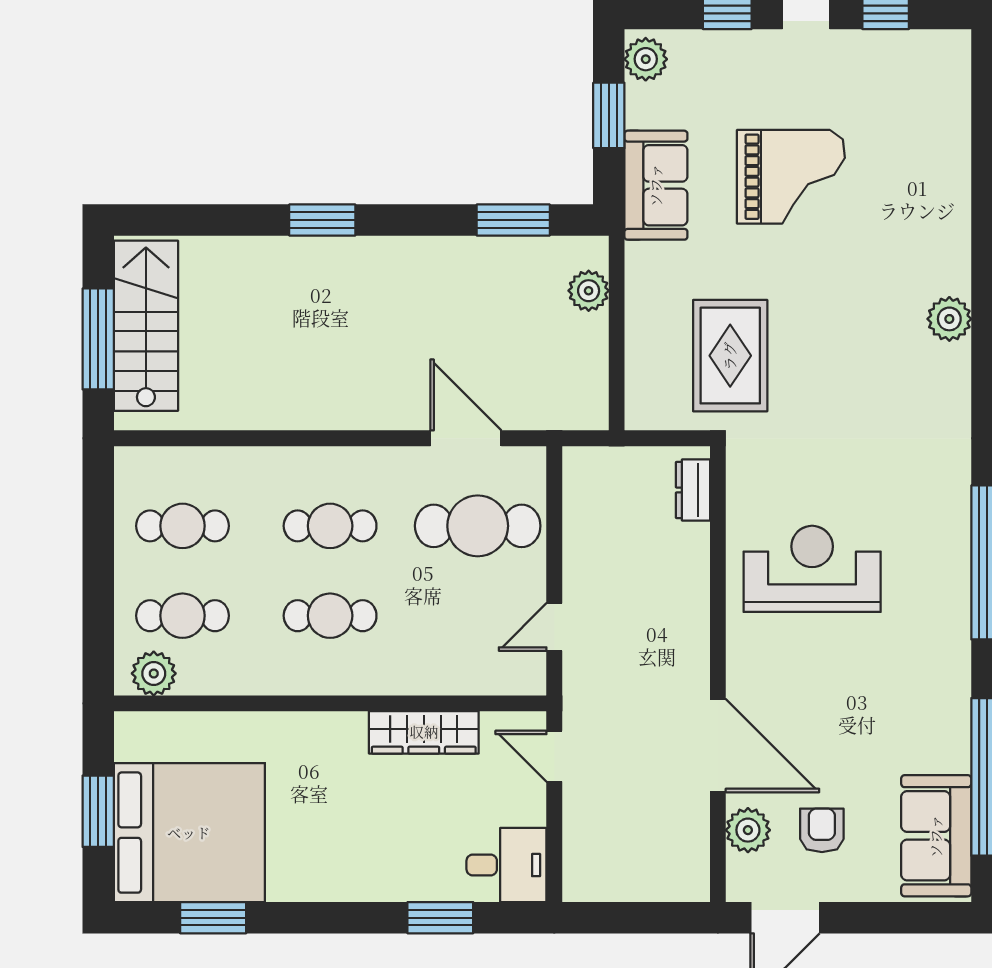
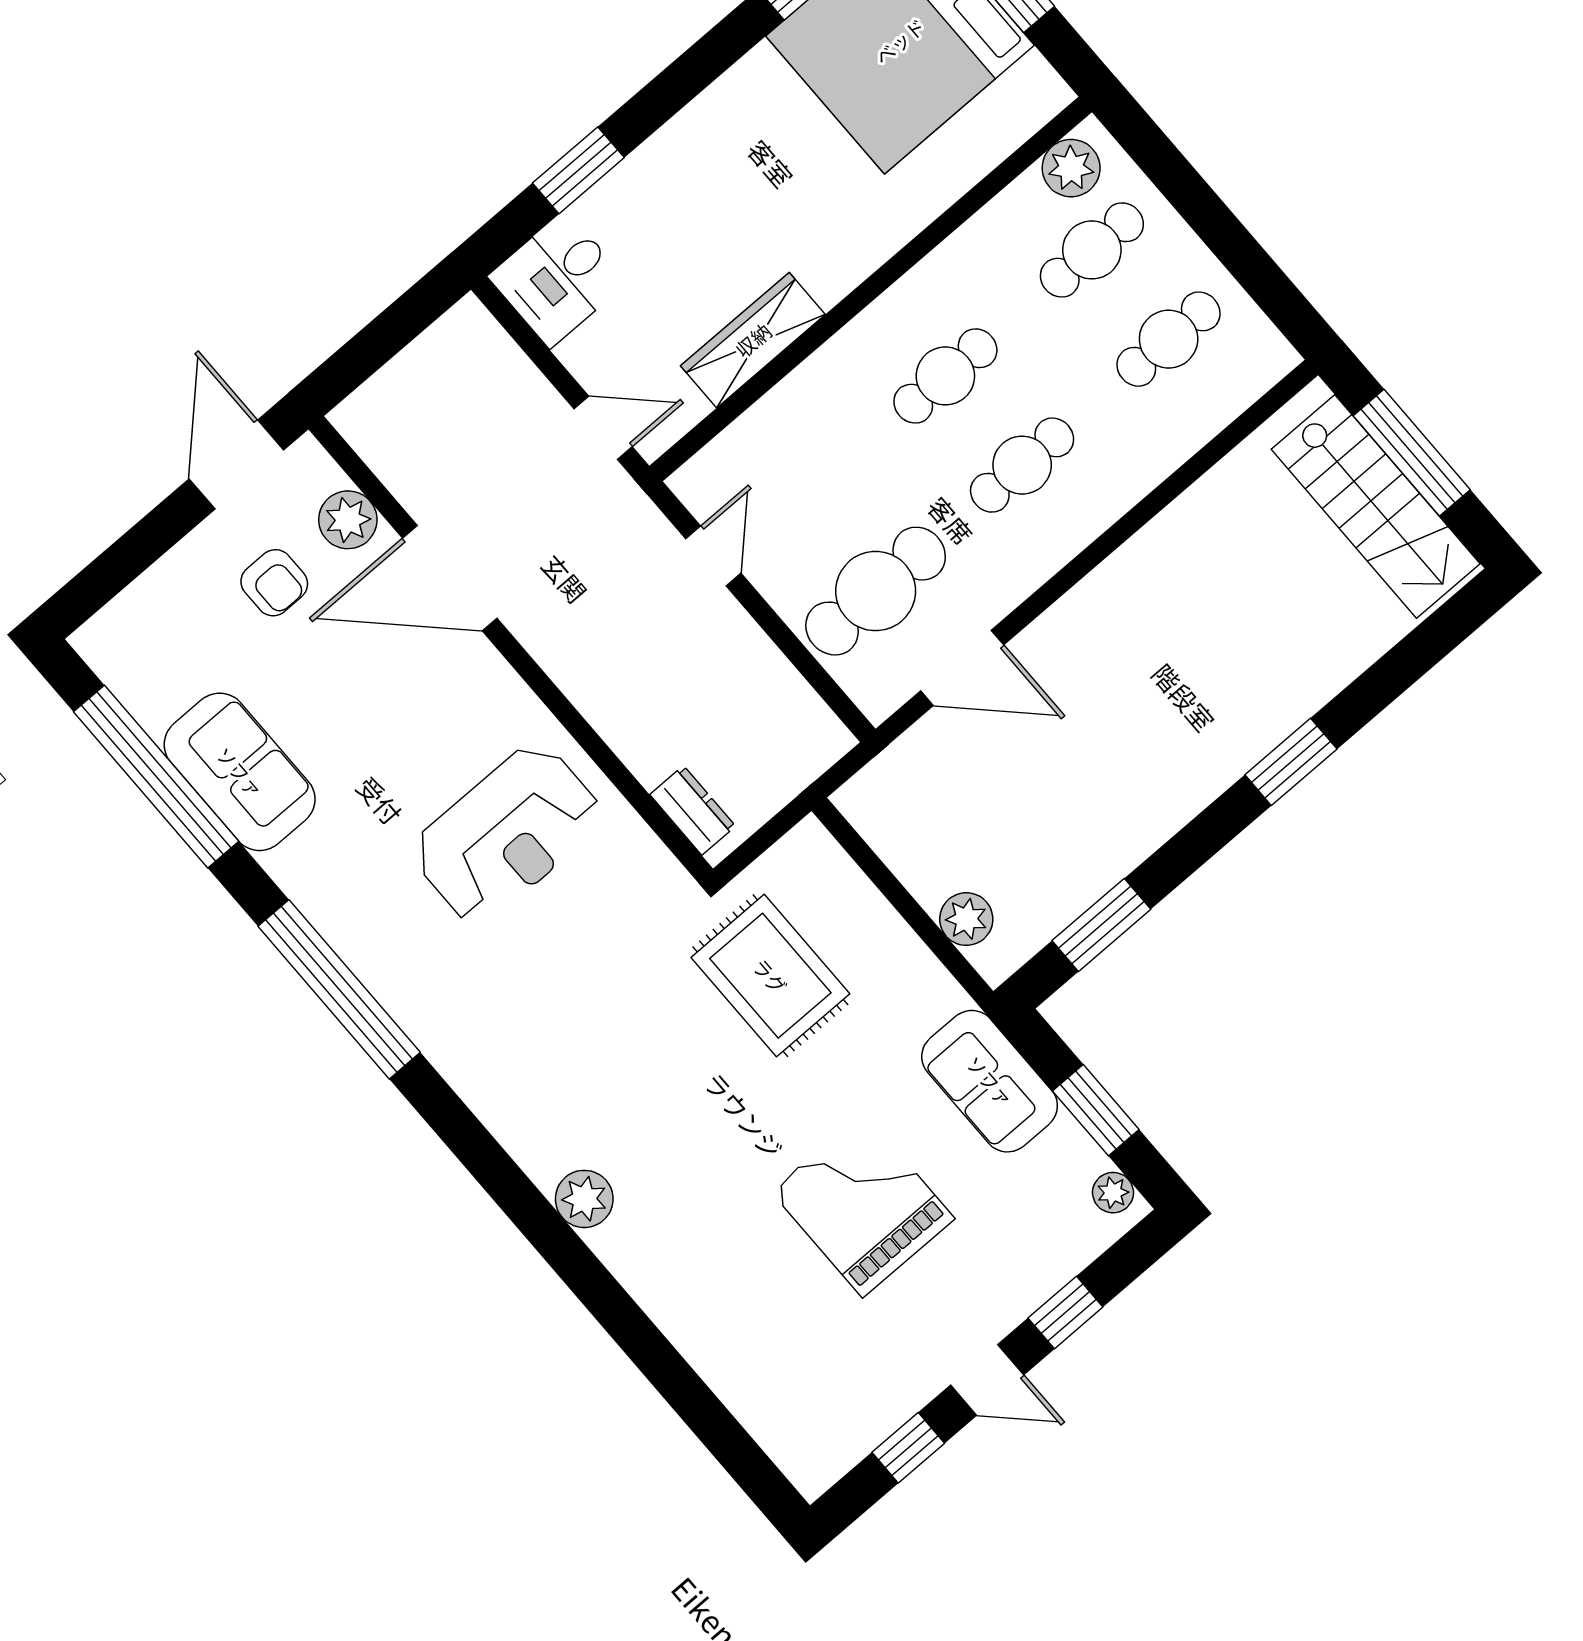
plant: (646, 59) -> (1113, 1193), width x0.73, depth x0.73
grand piano: (791, 177) -> (863, 1205), turned 90
sofa: (936, 836) -> (240, 772), moved

